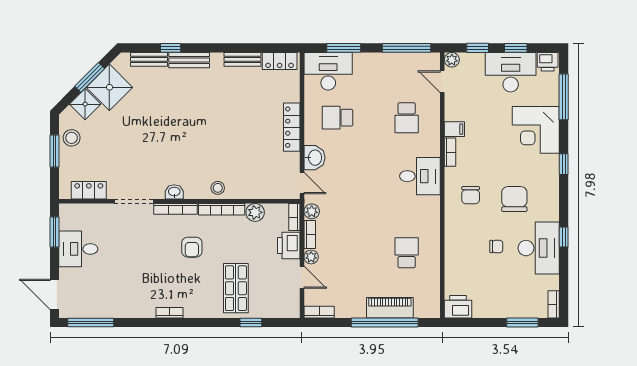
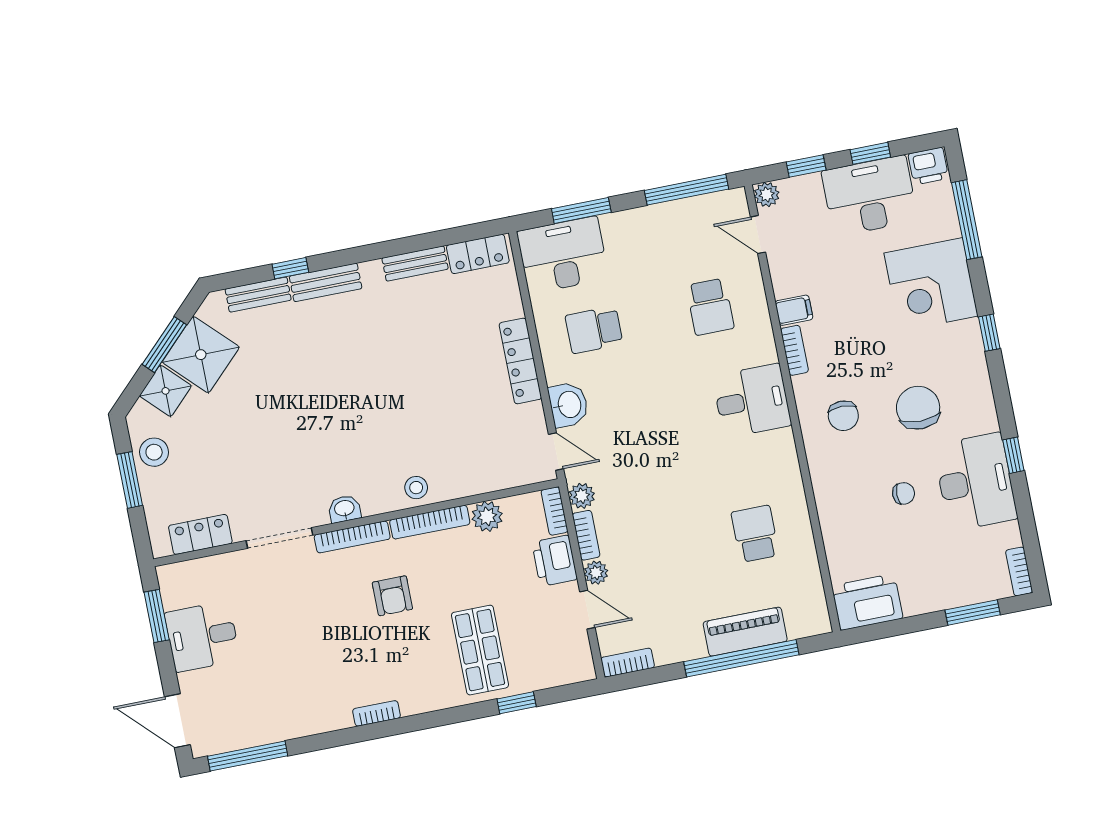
printer: (458, 307) -> (867, 602), width x1.37, depth x1.19

